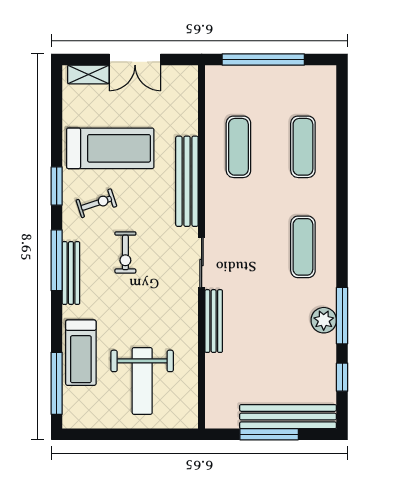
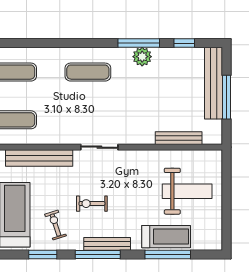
exercise bike: (125, 252) -> (92, 204), turned 180
bench: (214, 321) -> (179, 138), moved
window: (57, 383) -> (168, 255), moved

